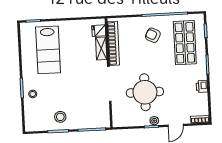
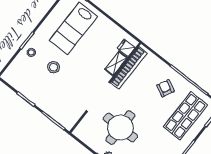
stool: (60, 117) -> (54, 67), moved

